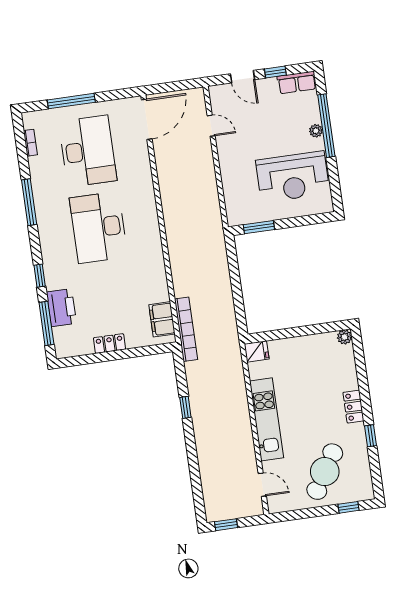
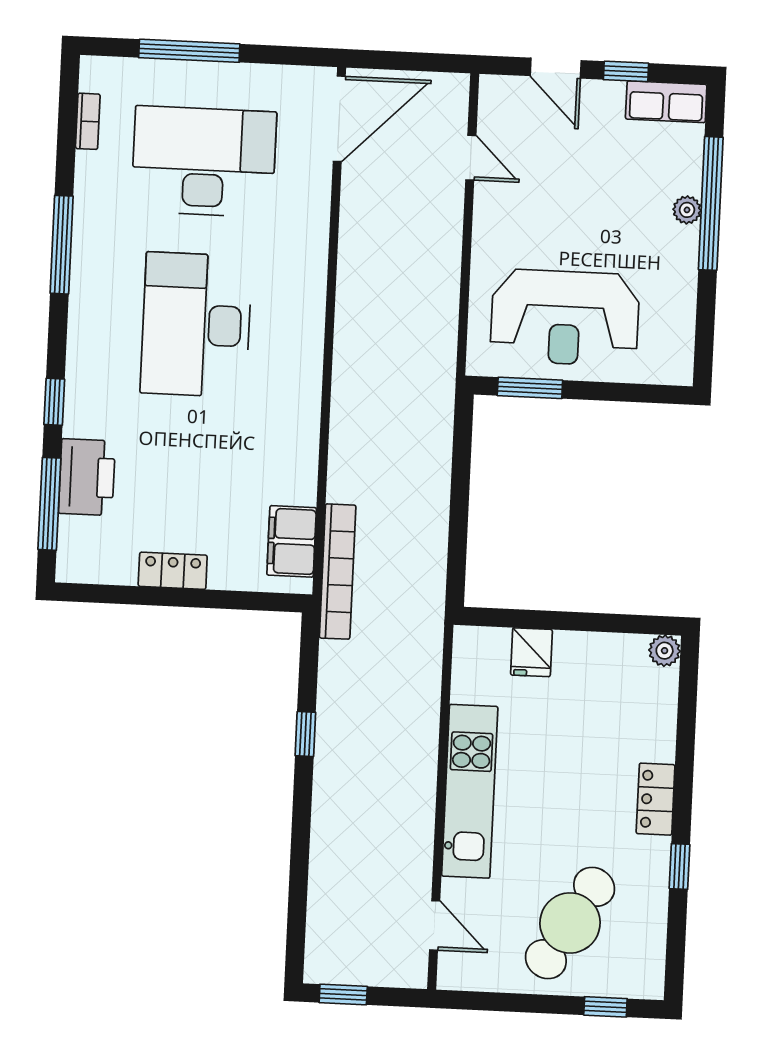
desk: (88, 151) -> (204, 162), turned -90
reception desk: (293, 177) -> (565, 318), moved
fridge: (257, 351) -> (531, 652), moved, turned 90

